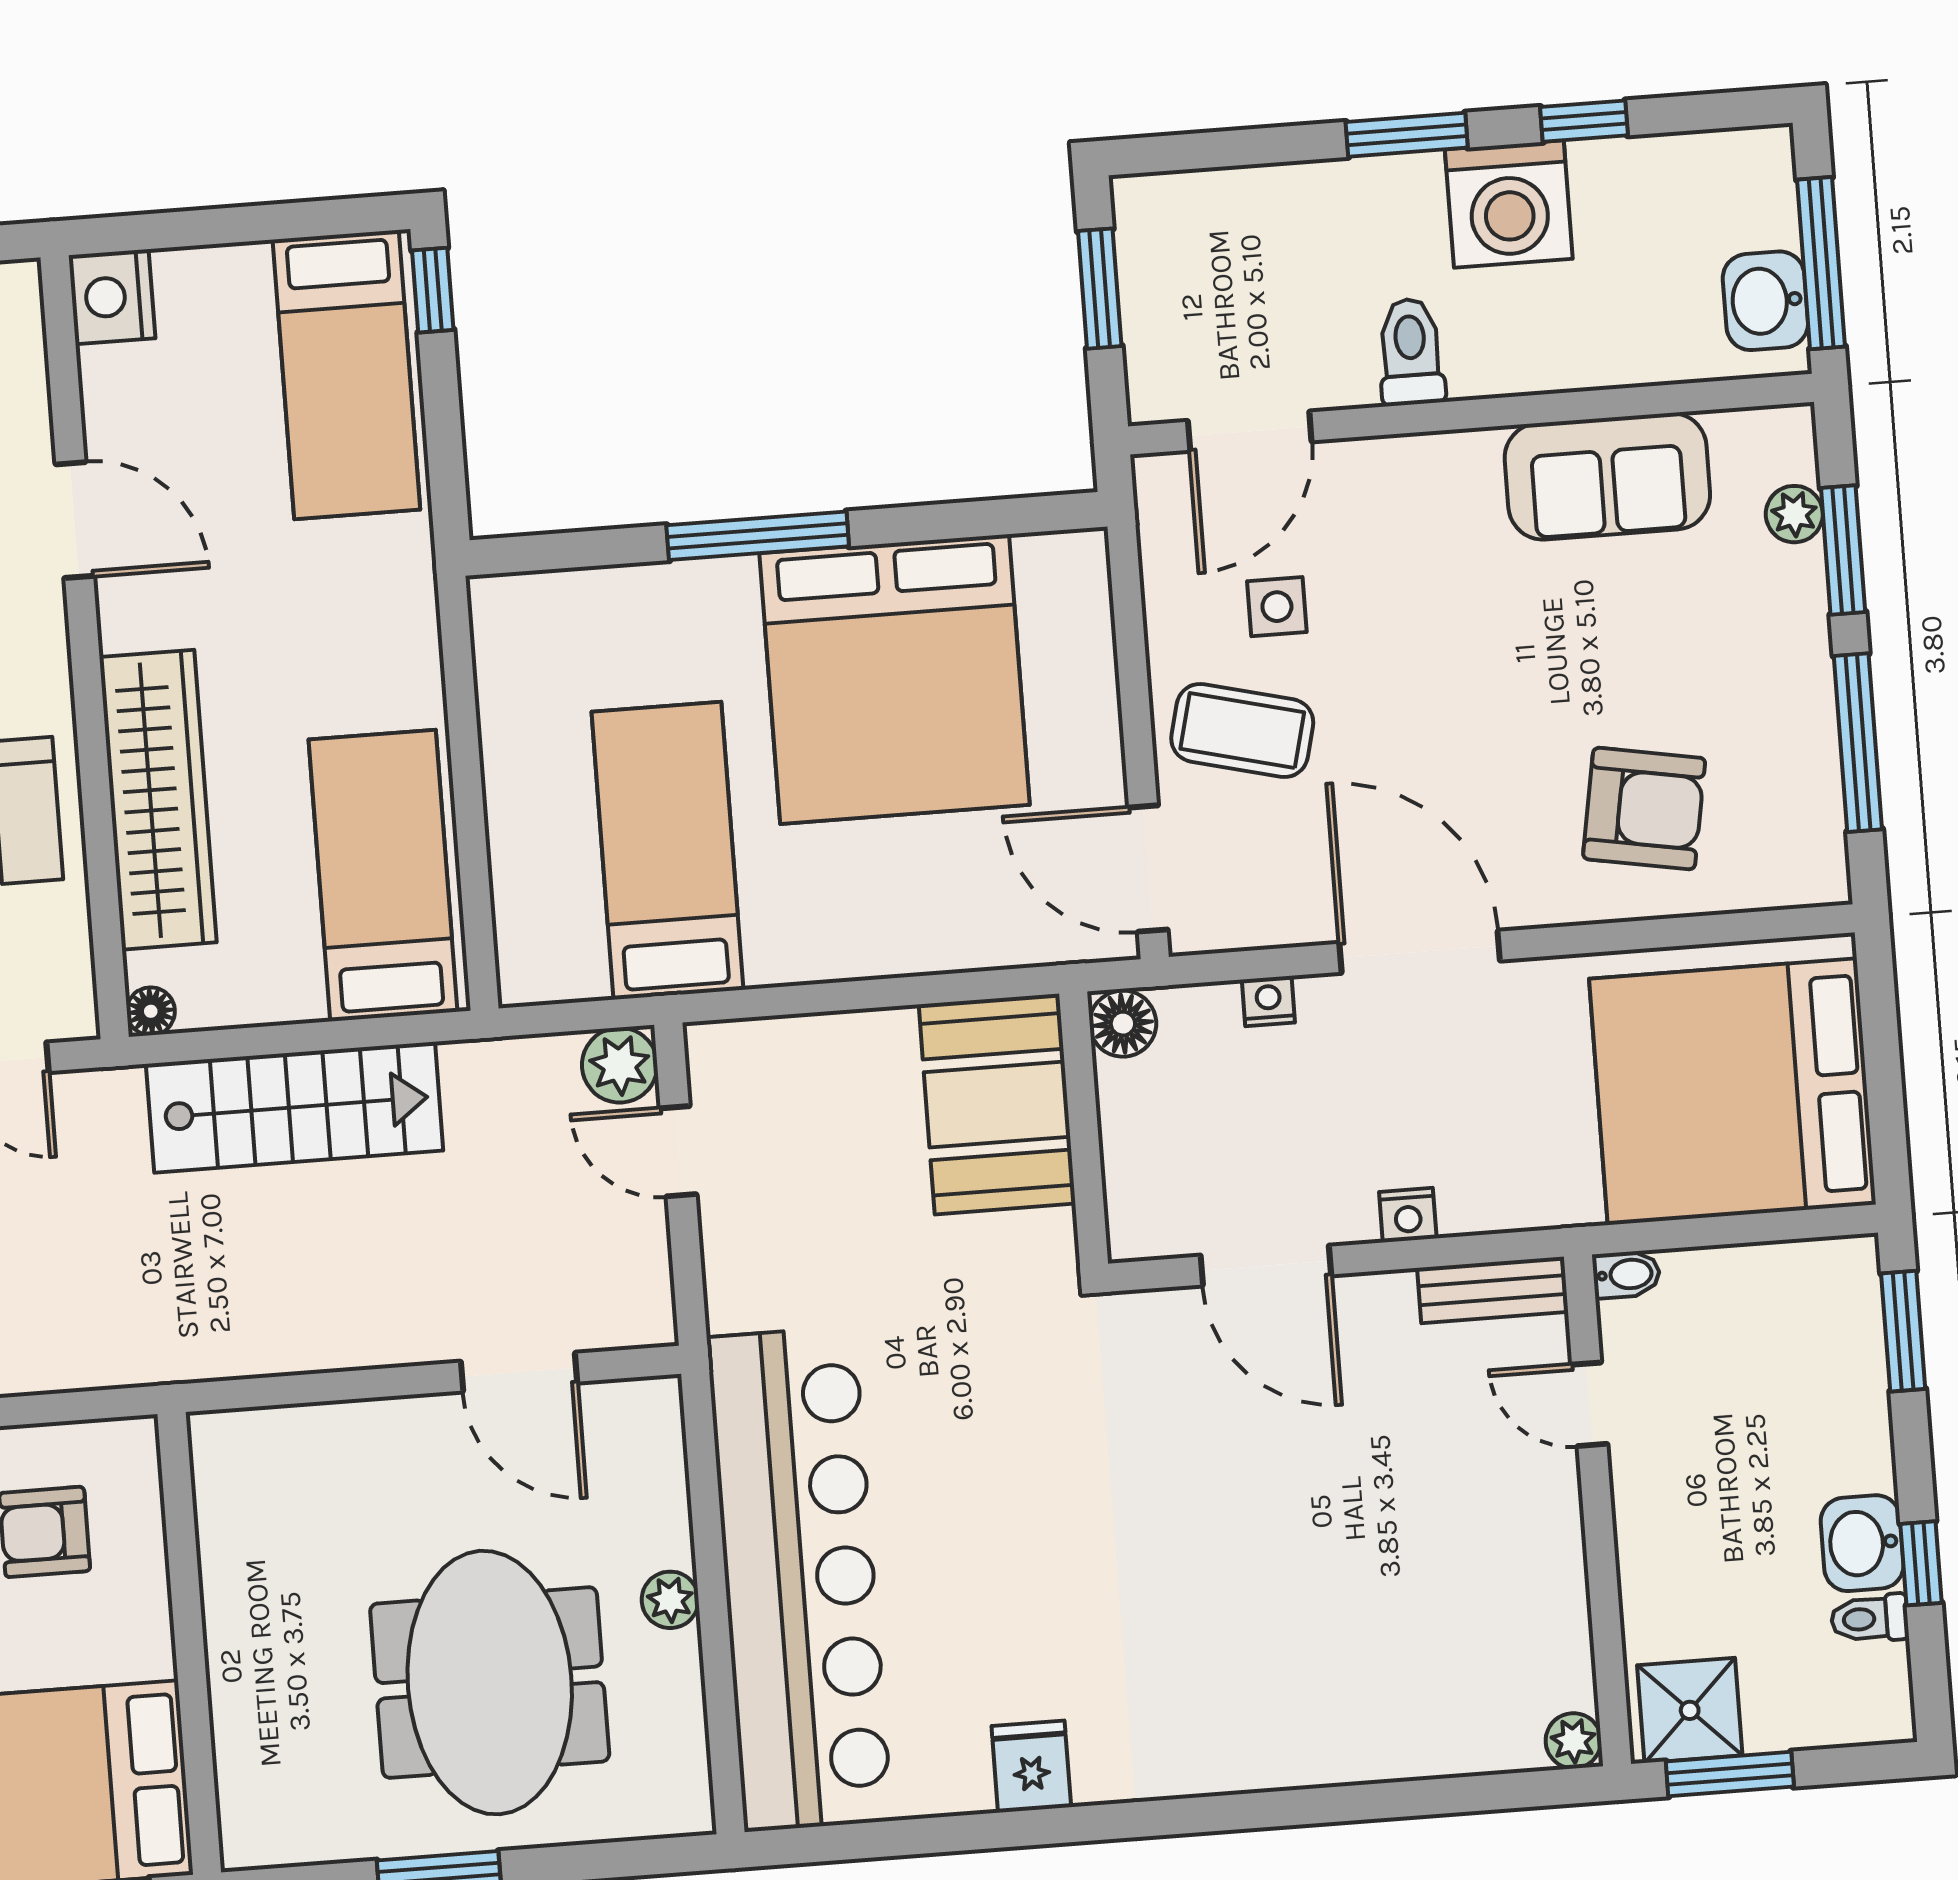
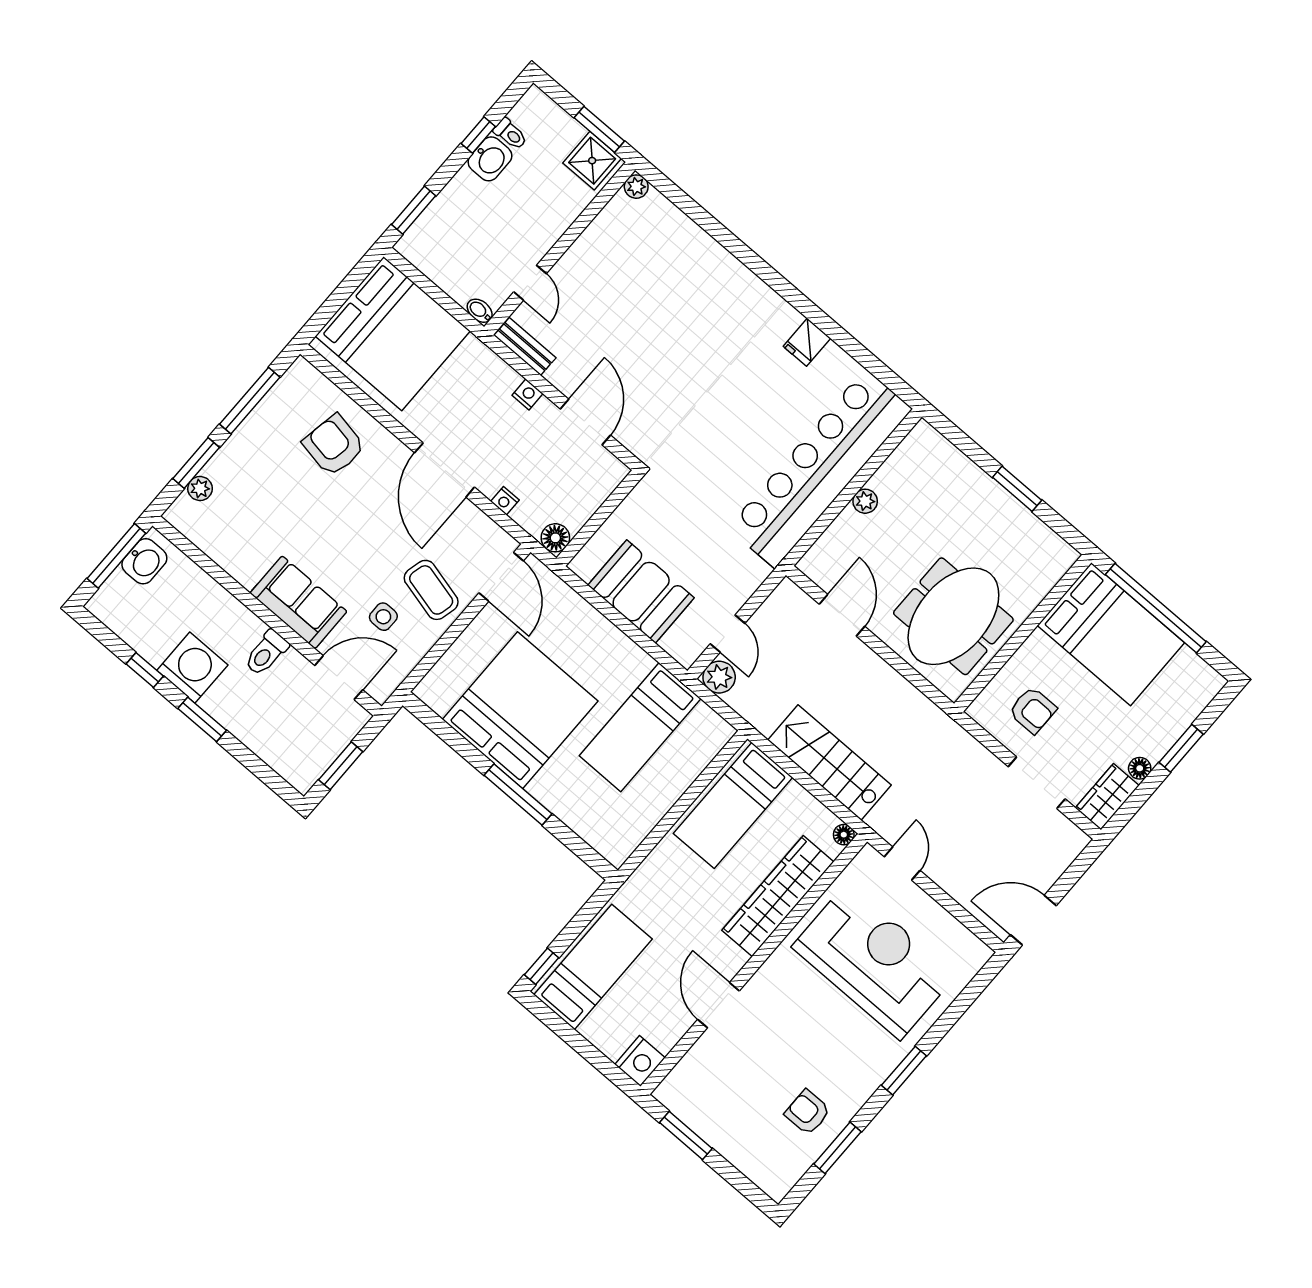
sofa: (1607, 476) -> (298, 602), moved
booth: (997, 1104) -> (641, 592), moved, turned 90
meeting table: (490, 1683) -> (953, 616), moved

